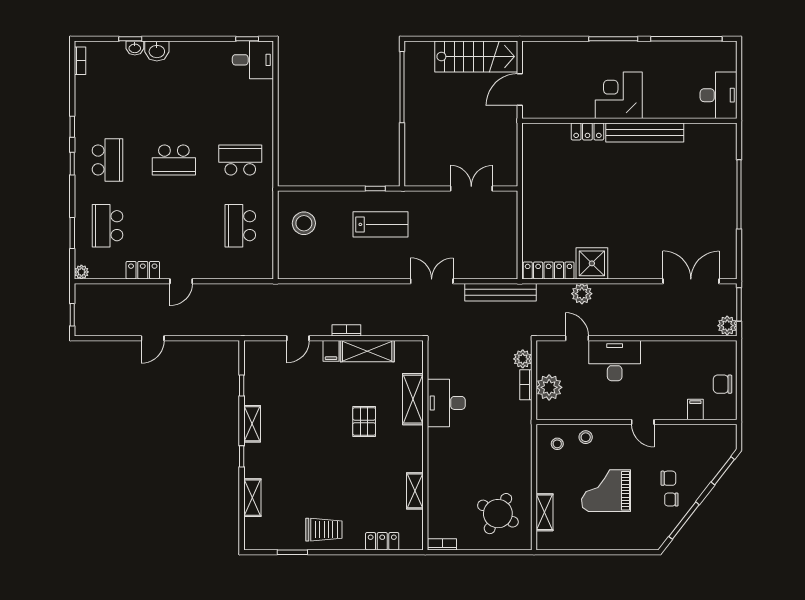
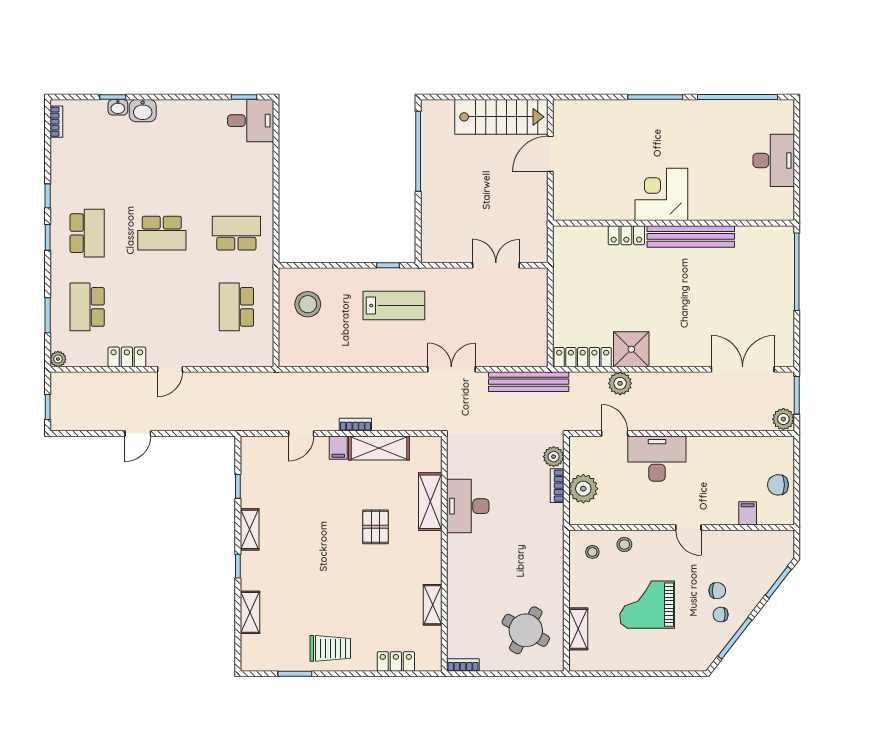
corner desk: (619, 95) -> (661, 194), moved
wall: (629, 121) -> (673, 223), moved
locker: (587, 131) -> (626, 235), moved
bench: (645, 133) -> (691, 236), moved

